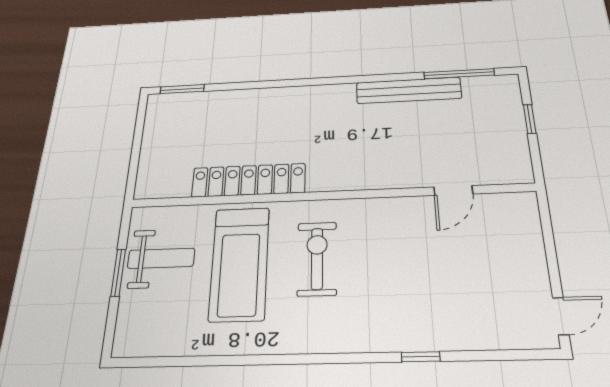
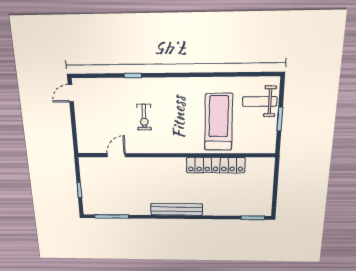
bench: (409, 90) -> (177, 209), moved
weight bench: (161, 258) -> (260, 101), moved
exercise bike: (317, 259) -> (144, 117), moved, width x0.73, depth x0.72

